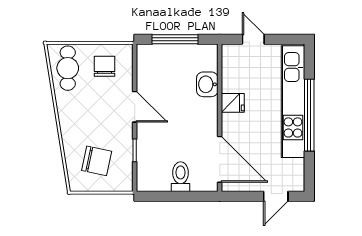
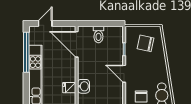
fridge: (233, 103) -> (69, 88), moved
window: (309, 115) -> (26, 52), moved

